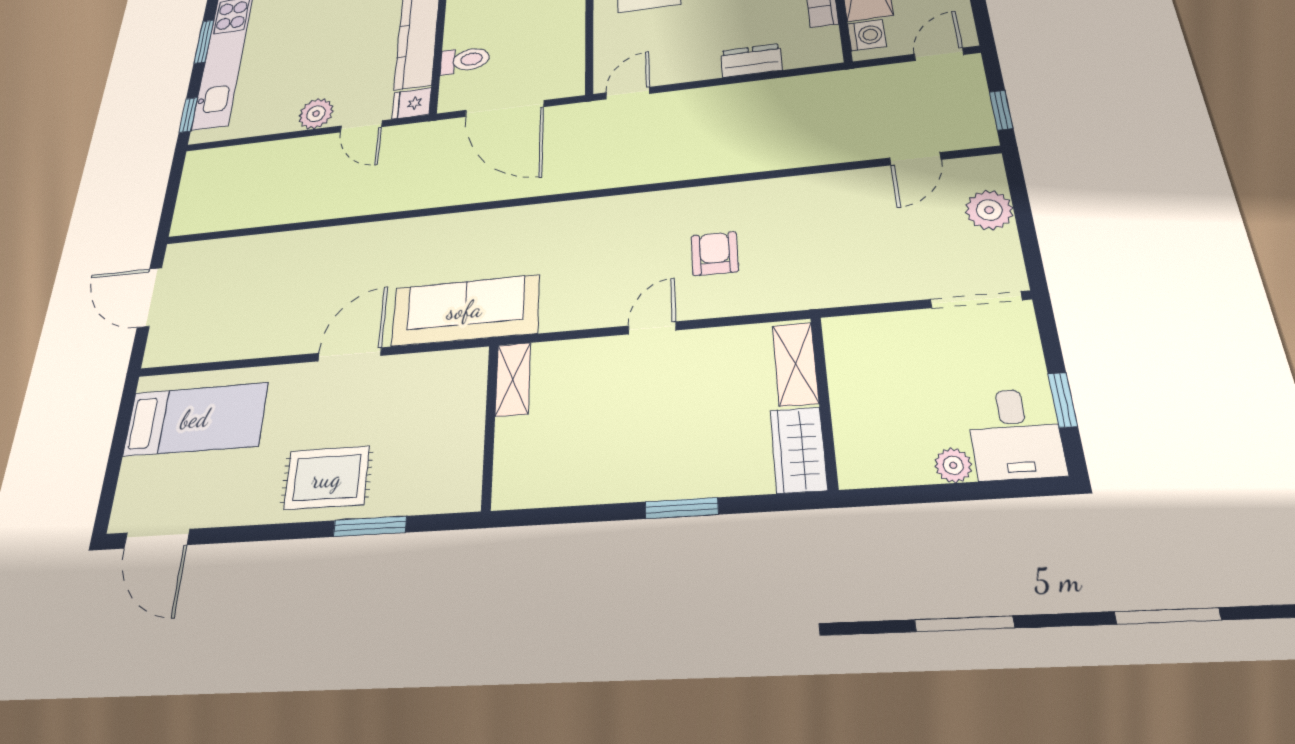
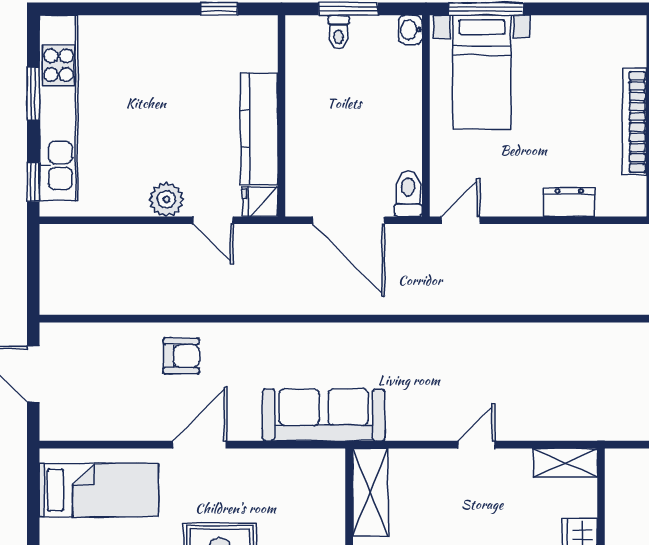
toilet: (465, 60) -> (408, 193), moved, turned -90
armchair: (715, 254) -> (181, 356), moved, turned 90
door: (350, 354) -> (200, 445), moved
shelving: (795, 364) -> (565, 463), moved, turned 90
shelving: (513, 379) -> (370, 492), width x1.50, depth x1.33

